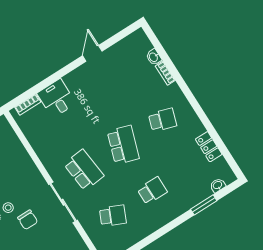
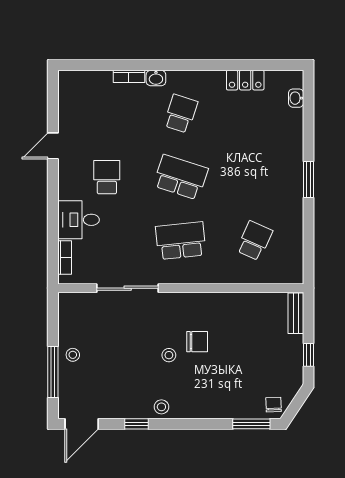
door: (92, 53) -> (53, 146), hinge flipped
washbasin: (154, 57) -> (156, 78), moved
school desk: (152, 191) -> (107, 177), moved
sliding door: (63, 202) -> (128, 288), moved
window: (204, 205) -> (308, 180), moved

